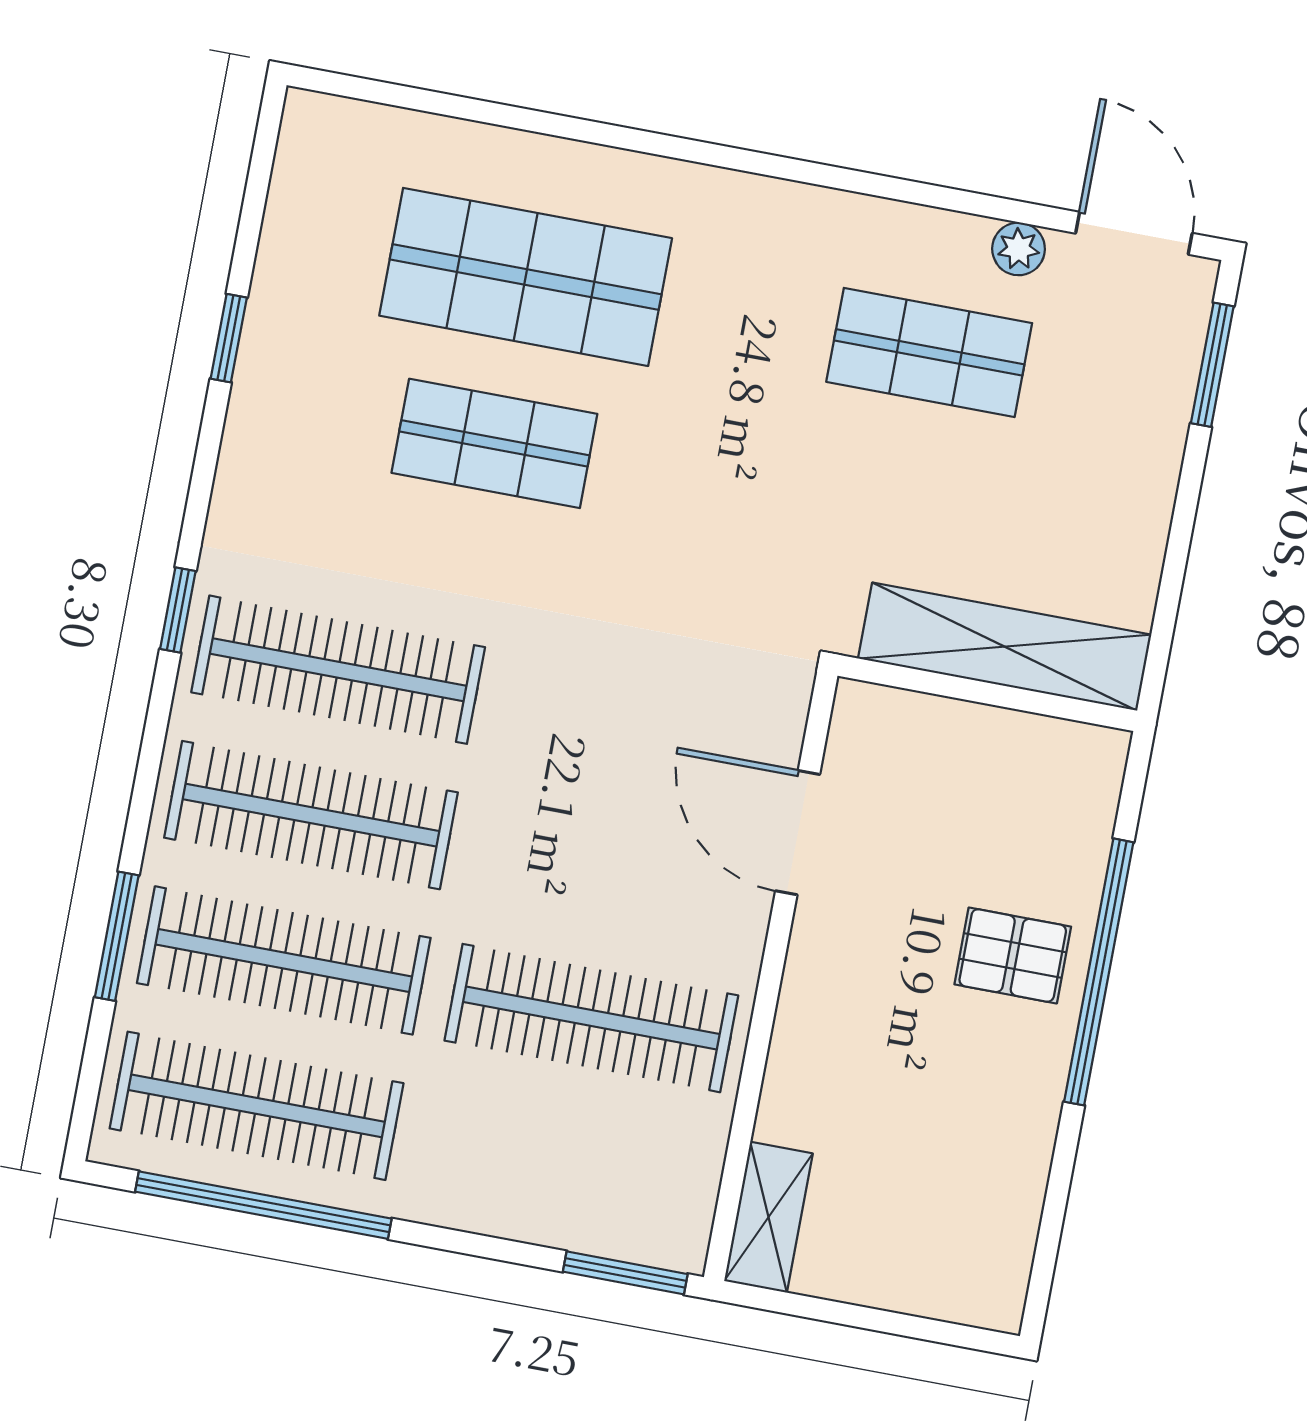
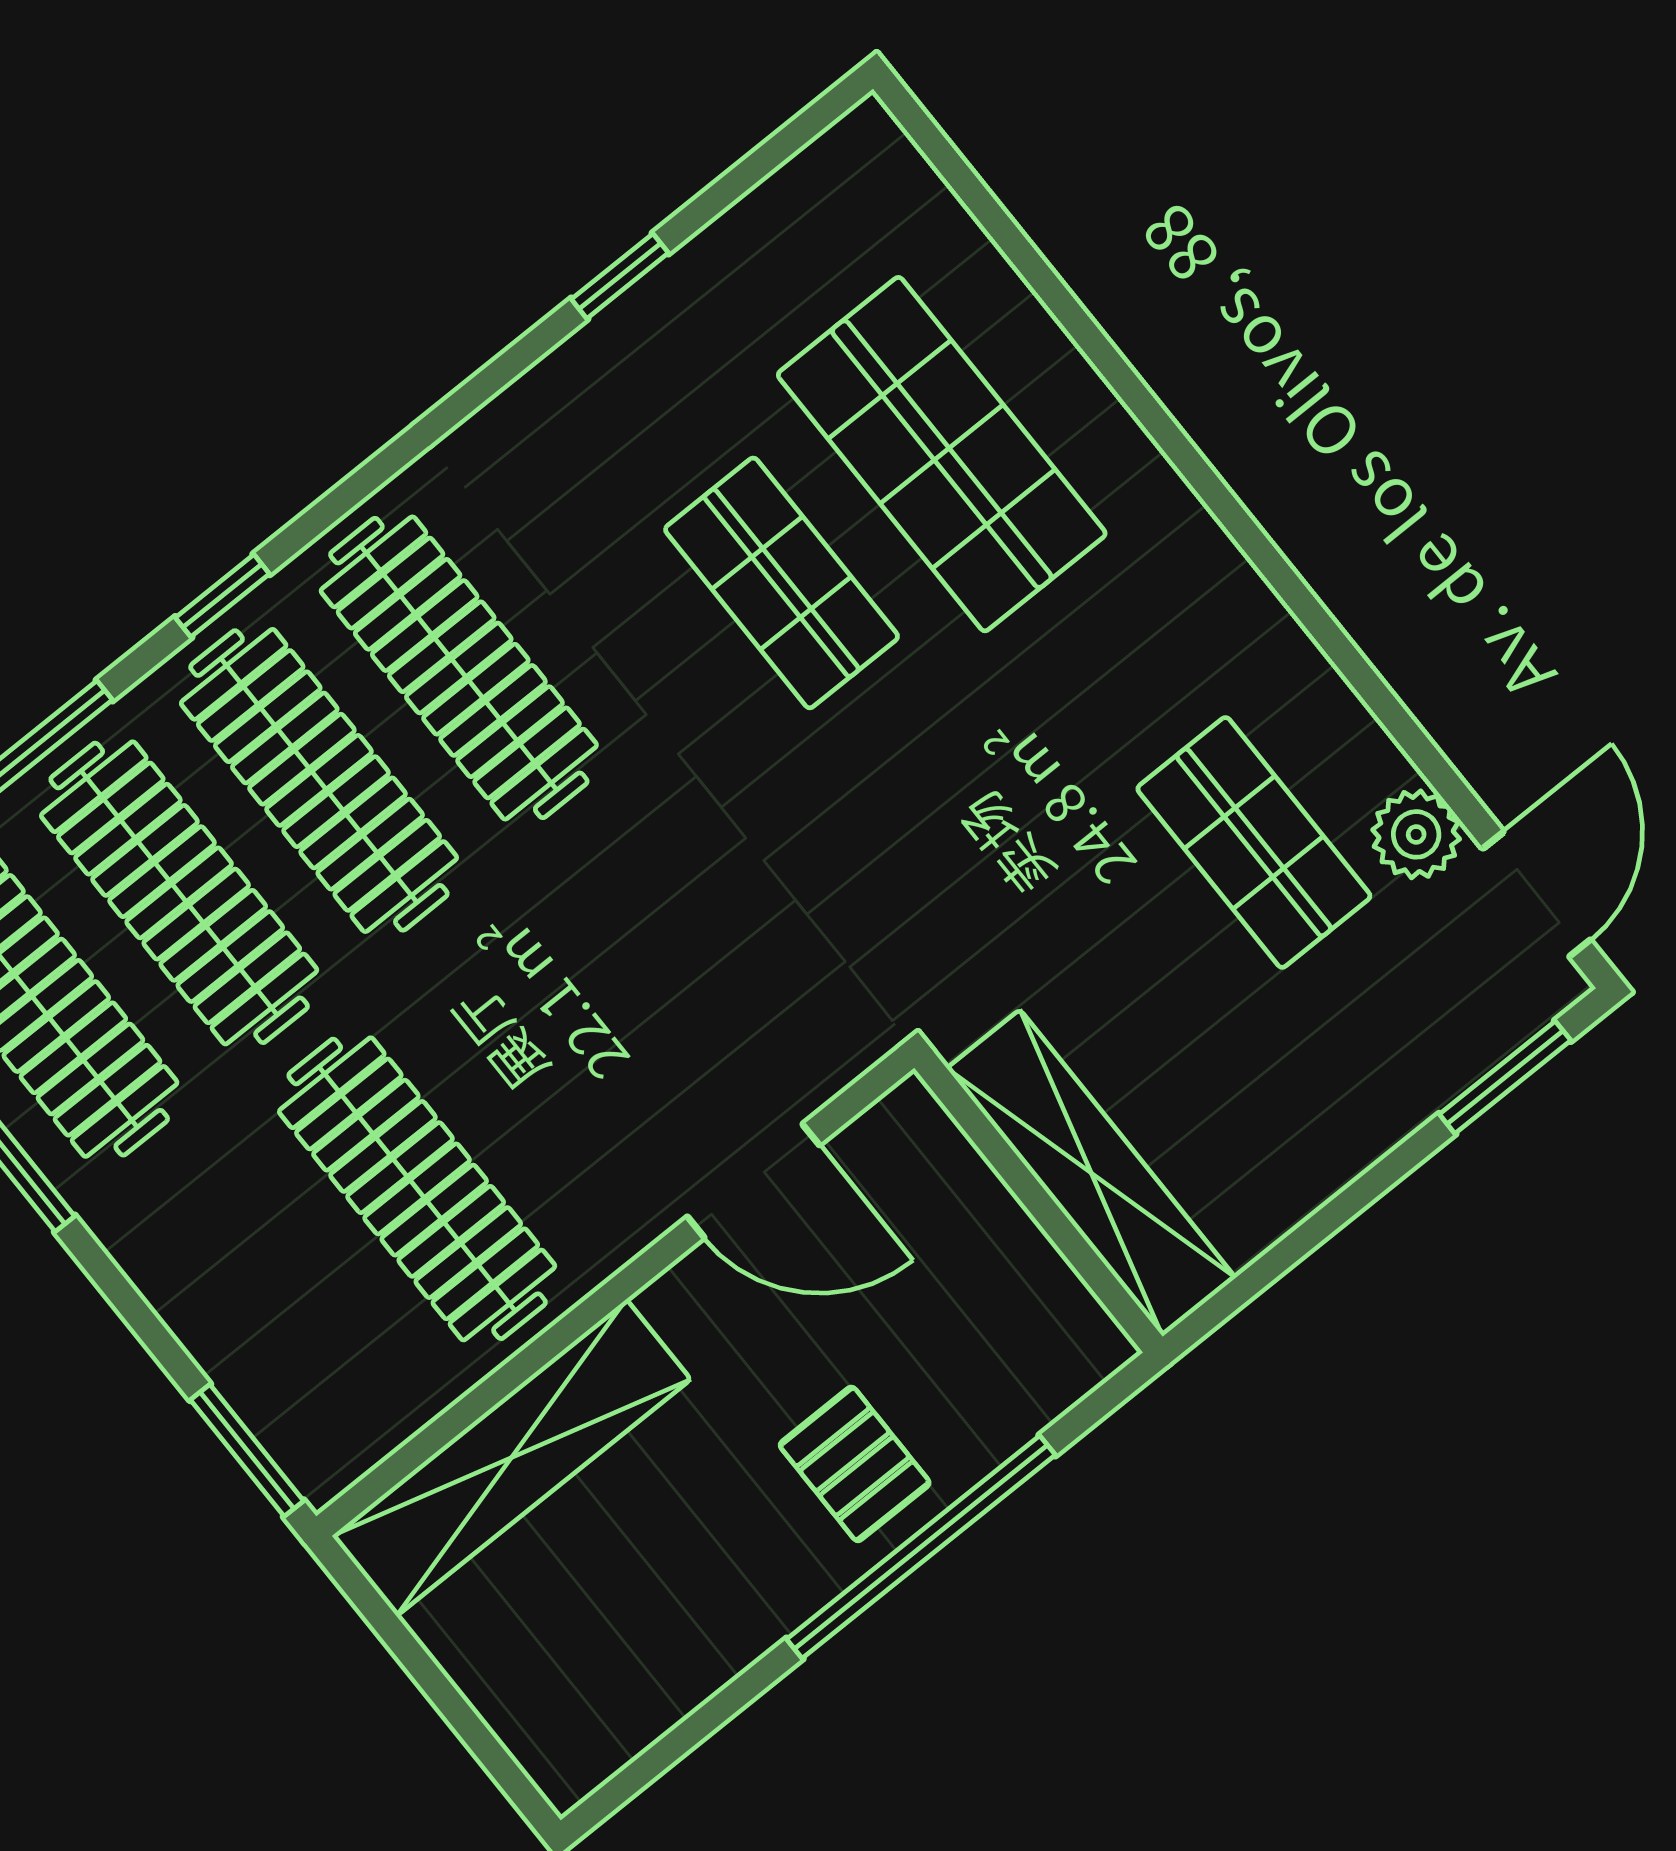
plant: (1019, 249) -> (1416, 834), width x1.38, depth x1.38
window: (178, 610) -> (222, 596), moved
door: (798, 833) -> (753, 1181), swing flipped
shelving: (768, 1217) -> (511, 1458), width x2.20, depth x1.33

